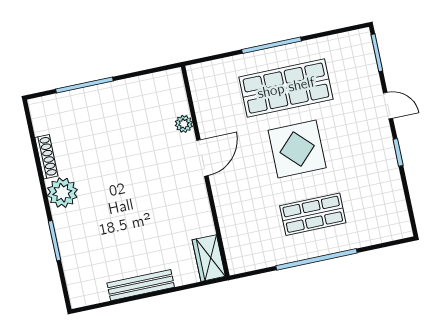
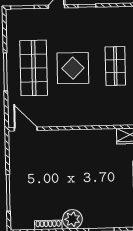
plant: (184, 124) -> (44, 136), removed
door: (202, 158) -> (26, 129), moved

